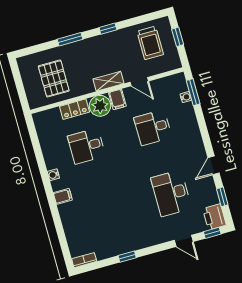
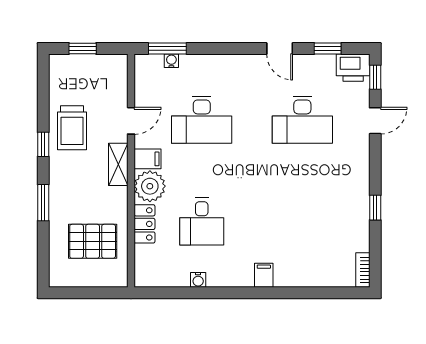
trolley: (150, 43) -> (72, 128), moved, turned 90
desk: (153, 128) -> (202, 120), width x1.37
water cooler: (53, 175) -> (198, 280), moved

